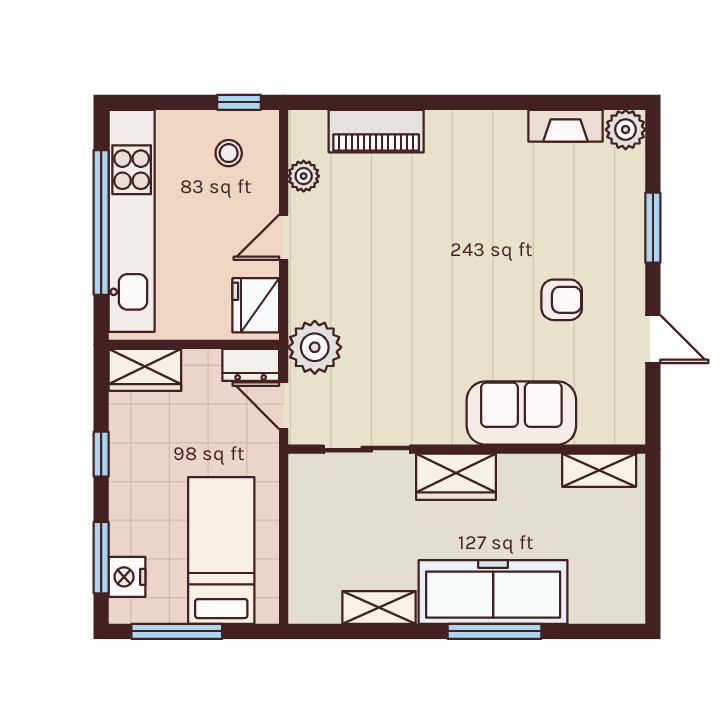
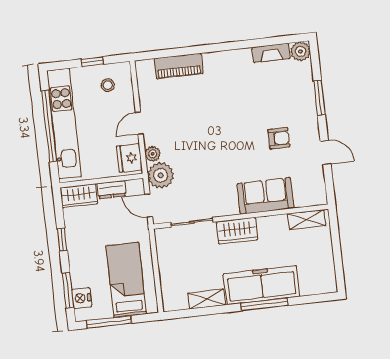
window: (239, 102) -> (92, 62), moved
plant: (304, 176) -> (153, 154), moved
dresser: (251, 365) -> (112, 190), moved

